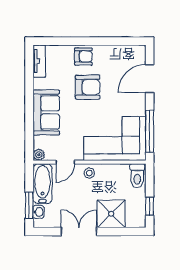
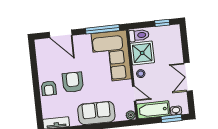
armchair: (83, 57) -> (49, 88), turned 180
shower: (111, 214) -> (142, 53), moved

